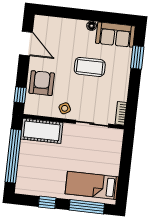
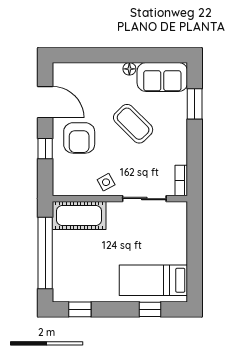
coffee table: (90, 67) -> (133, 124), turned 45
armchair: (42, 83) -> (79, 138), moved, turned 180
window: (20, 95) -> (45, 149), moved
window: (47, 202) -> (80, 309), moved
window: (87, 207) -> (150, 309), width x0.46

